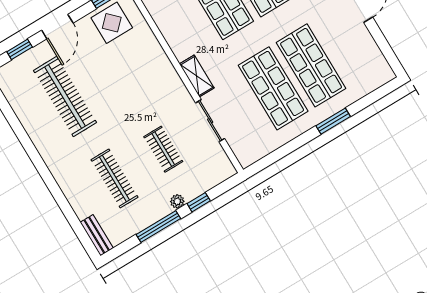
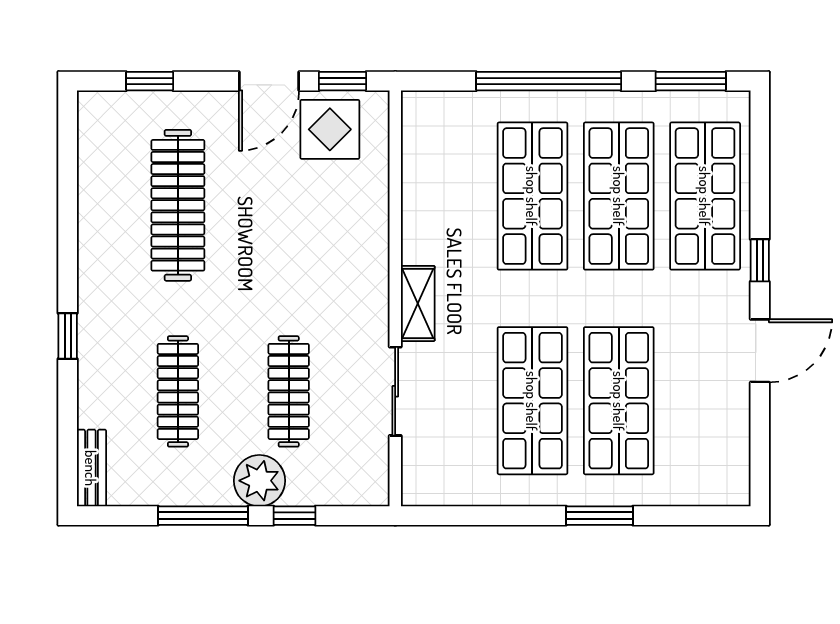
door: (57, 27) -> (269, 81), moved
clothes rail: (163, 149) -> (289, 391), width x1.36
window: (51, 183) -> (68, 336), added
plant: (177, 201) -> (259, 481), width x1.87, depth x1.87

